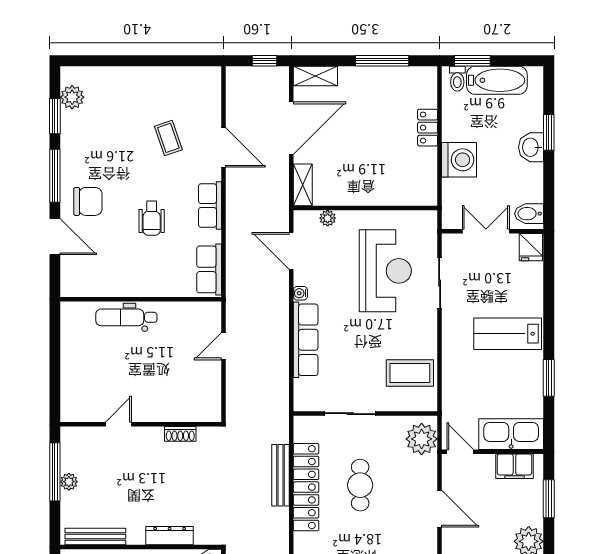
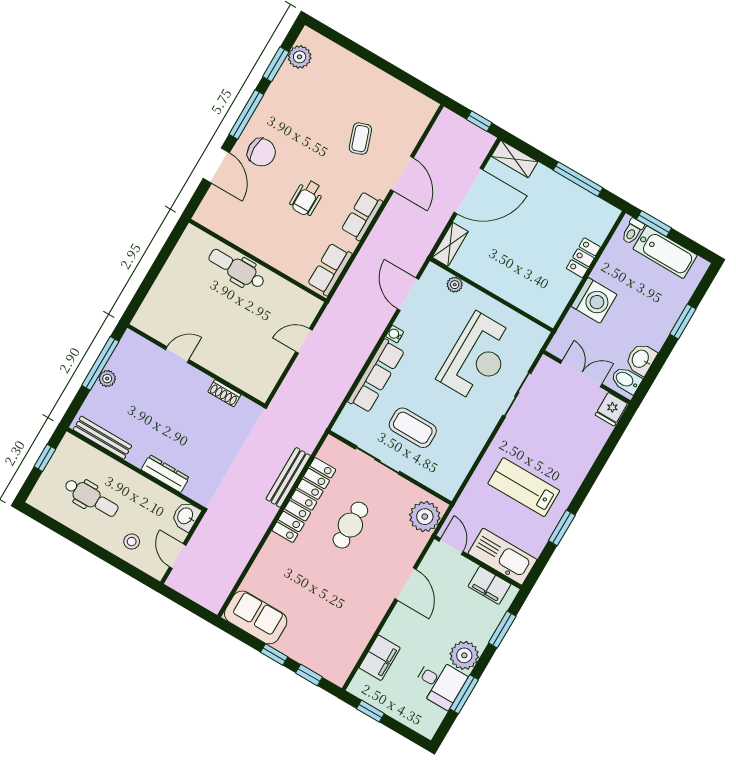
washbasin: (531, 147) -> (641, 359), moved
lab bench: (508, 334) -> (524, 487), moved
coffee table: (410, 373) -> (413, 428), moved

